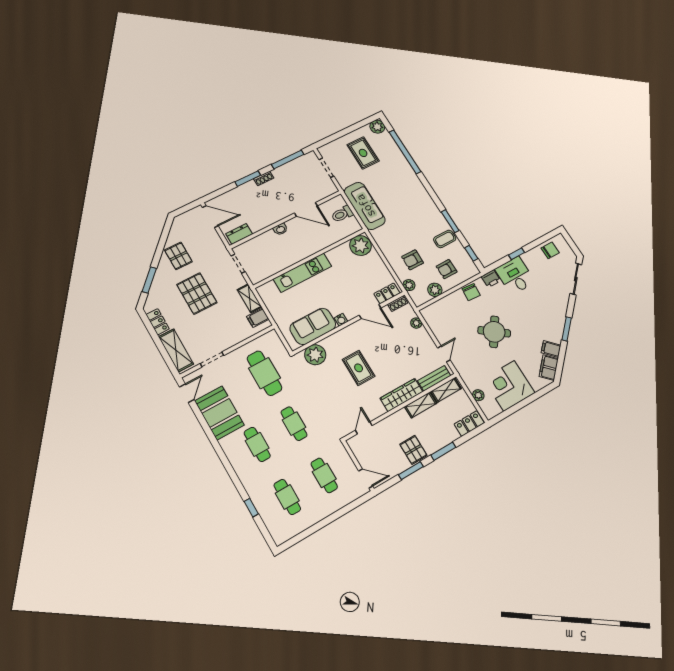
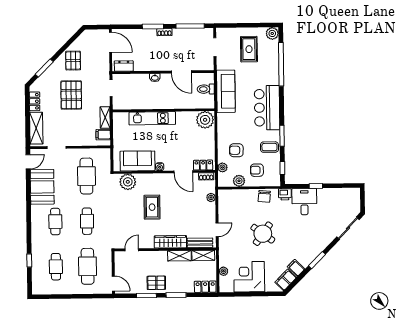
bar counter: (417, 201) -> (267, 108), added
chair: (550, 250) -> (343, 197), removed
pallet: (413, 450) -> (156, 283), turned 90
cafe table: (324, 475) -> (88, 266), width x1.37, depth x1.35

